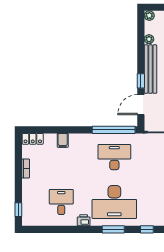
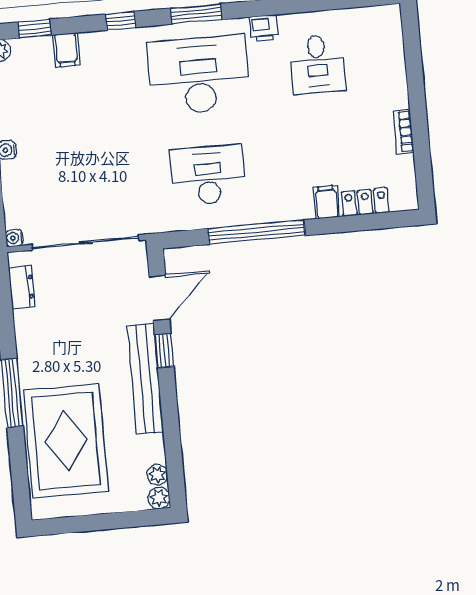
plant: (149, 39) -> (157, 475), moved
window: (114, 130) -> (256, 232), moved
locker: (33, 139) -> (365, 202), moved
desk: (114, 157) -> (208, 175), turned 180
window: (18, 210) -> (412, 39), removed

